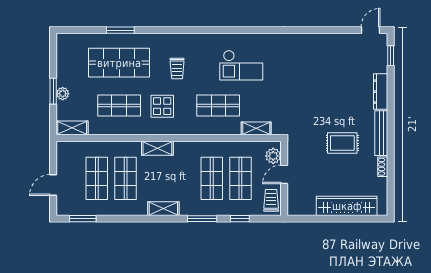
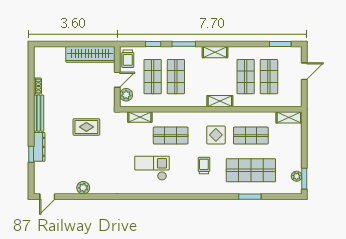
plant: (326, 41) -> (83, 188), added
window: (391, 56) -> (31, 154), moved
window: (53, 91) -> (304, 179), moved
plant: (63, 94) -> (297, 176), moved
rug: (342, 143) -> (86, 127), moved
wardrobe: (347, 206) -> (90, 54), moved

